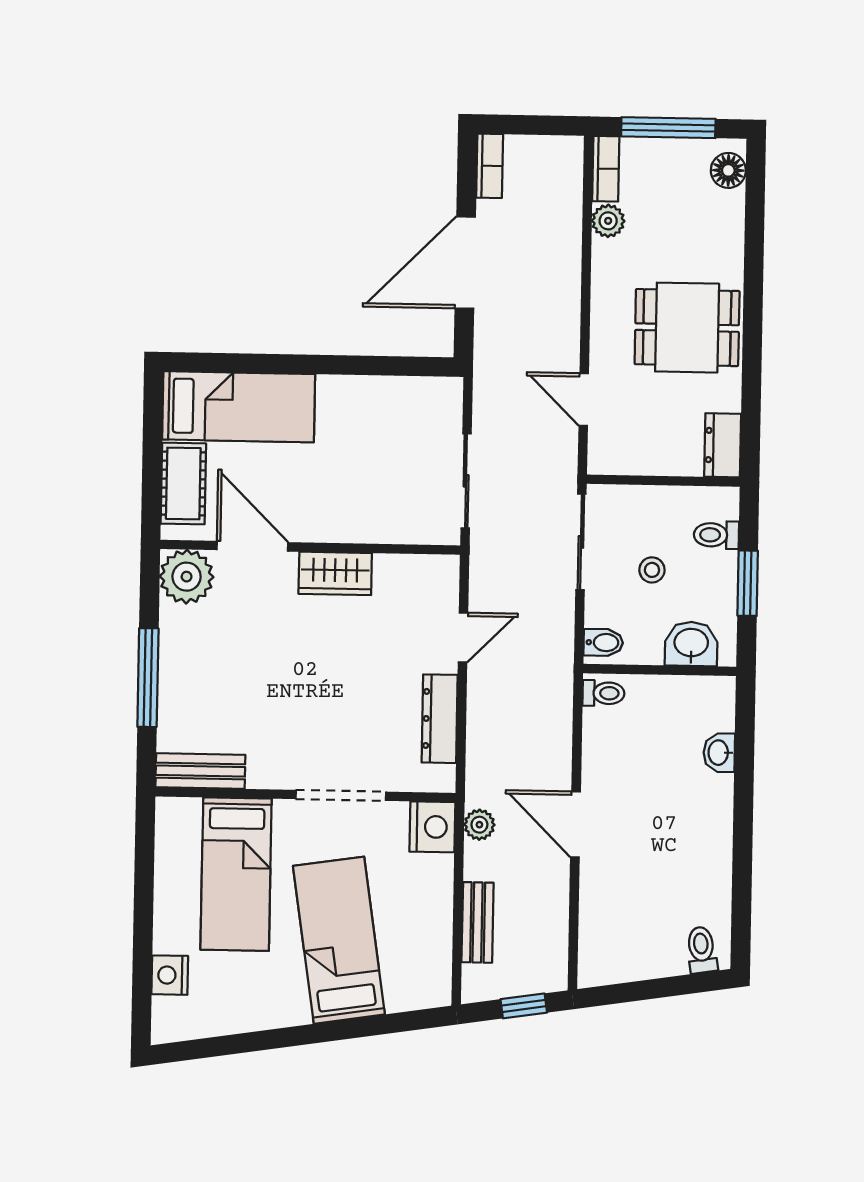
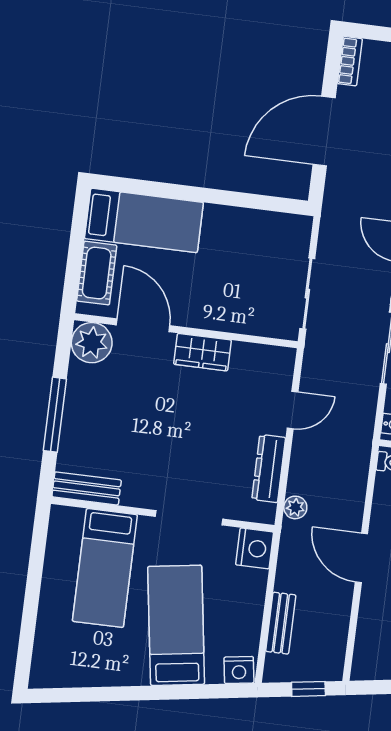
plant: (479, 825) -> (295, 507), moved
nightstand: (170, 975) -> (239, 670), moved, turned -99

